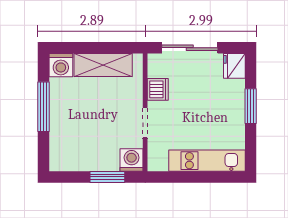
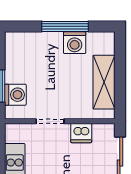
washing machine: (61, 65) -> (75, 43), moved, turned -90
washing machine: (132, 160) -> (15, 95), moved

